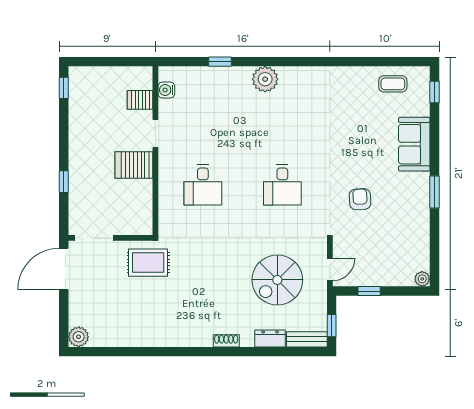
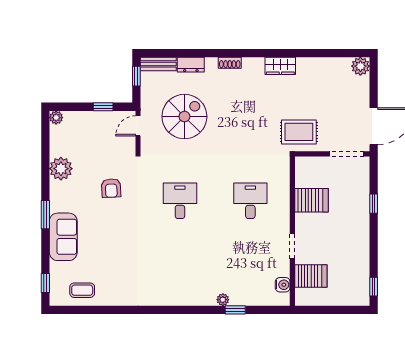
plant: (265, 79) -> (223, 300), moved, width x0.53, depth x0.53
server rack: (140, 100) -> (311, 276), width x1.36, depth x1.44
server rack: (134, 165) -> (311, 200), moved
window: (434, 192) -> (45, 215), moved
plant: (417, 221) -> (61, 169), added
wardrobe: (169, 337) -> (280, 66), added

